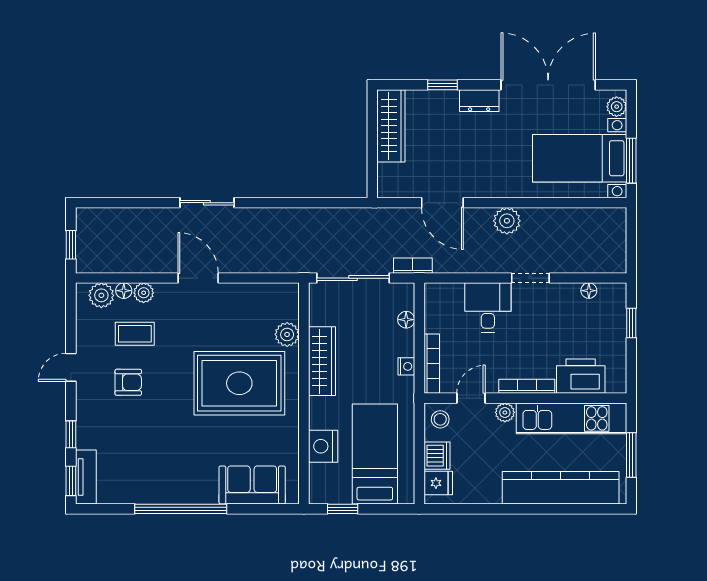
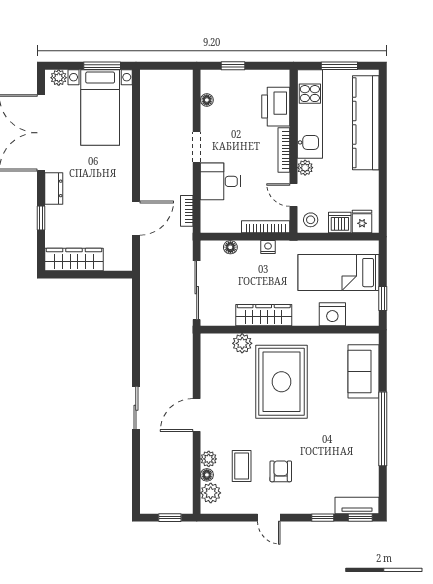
plant: (507, 221) -> (151, 166), removed
bookcase: (413, 266) -> (187, 211), moved

